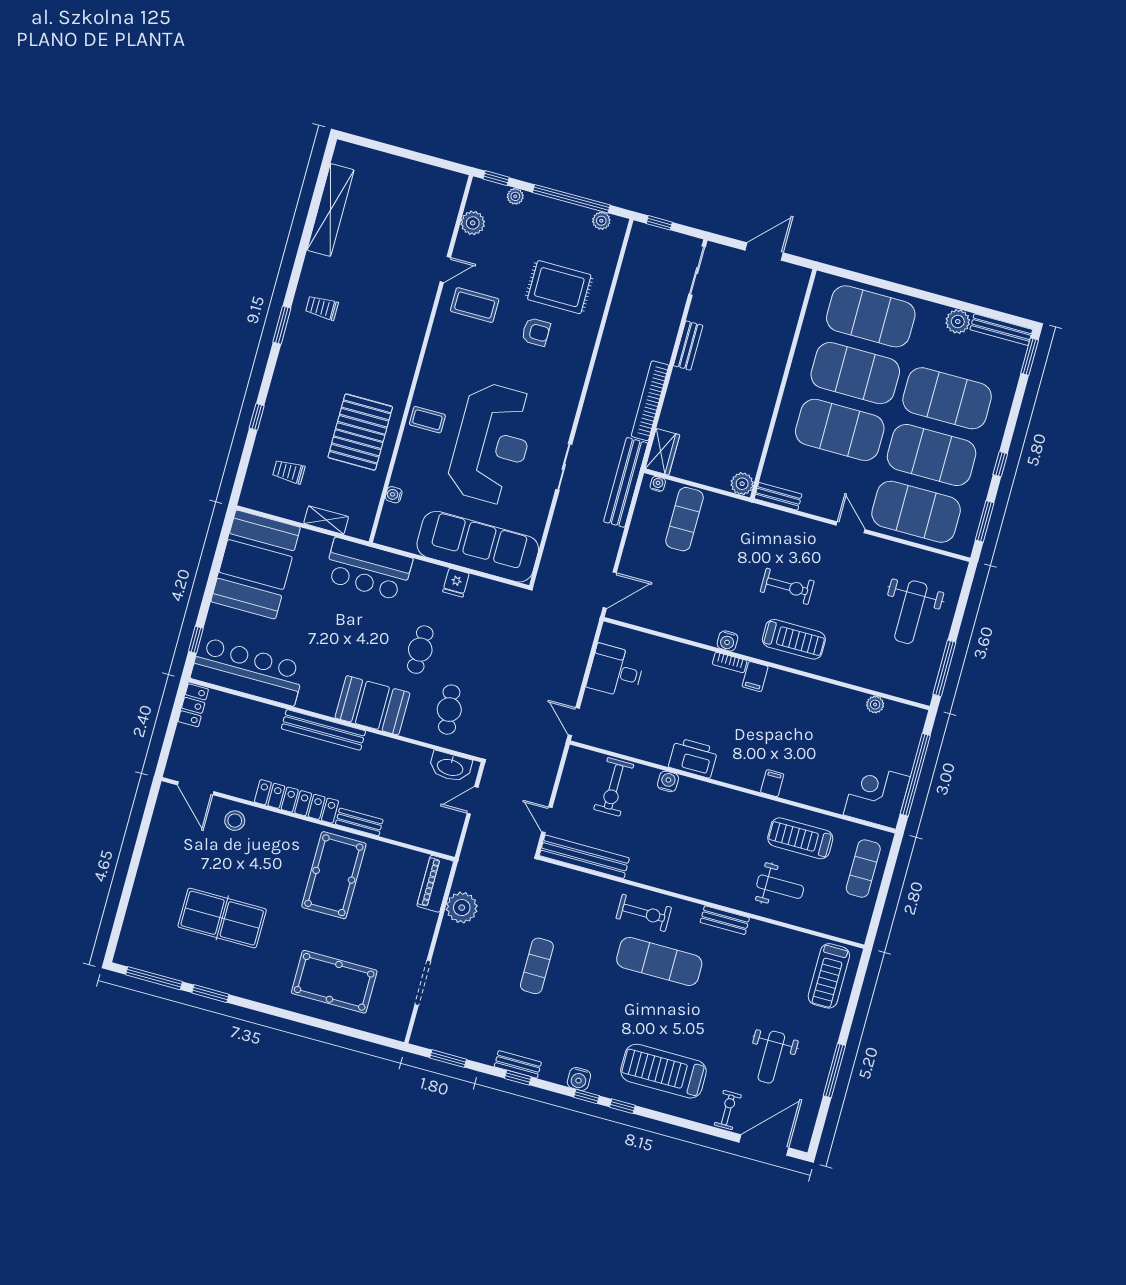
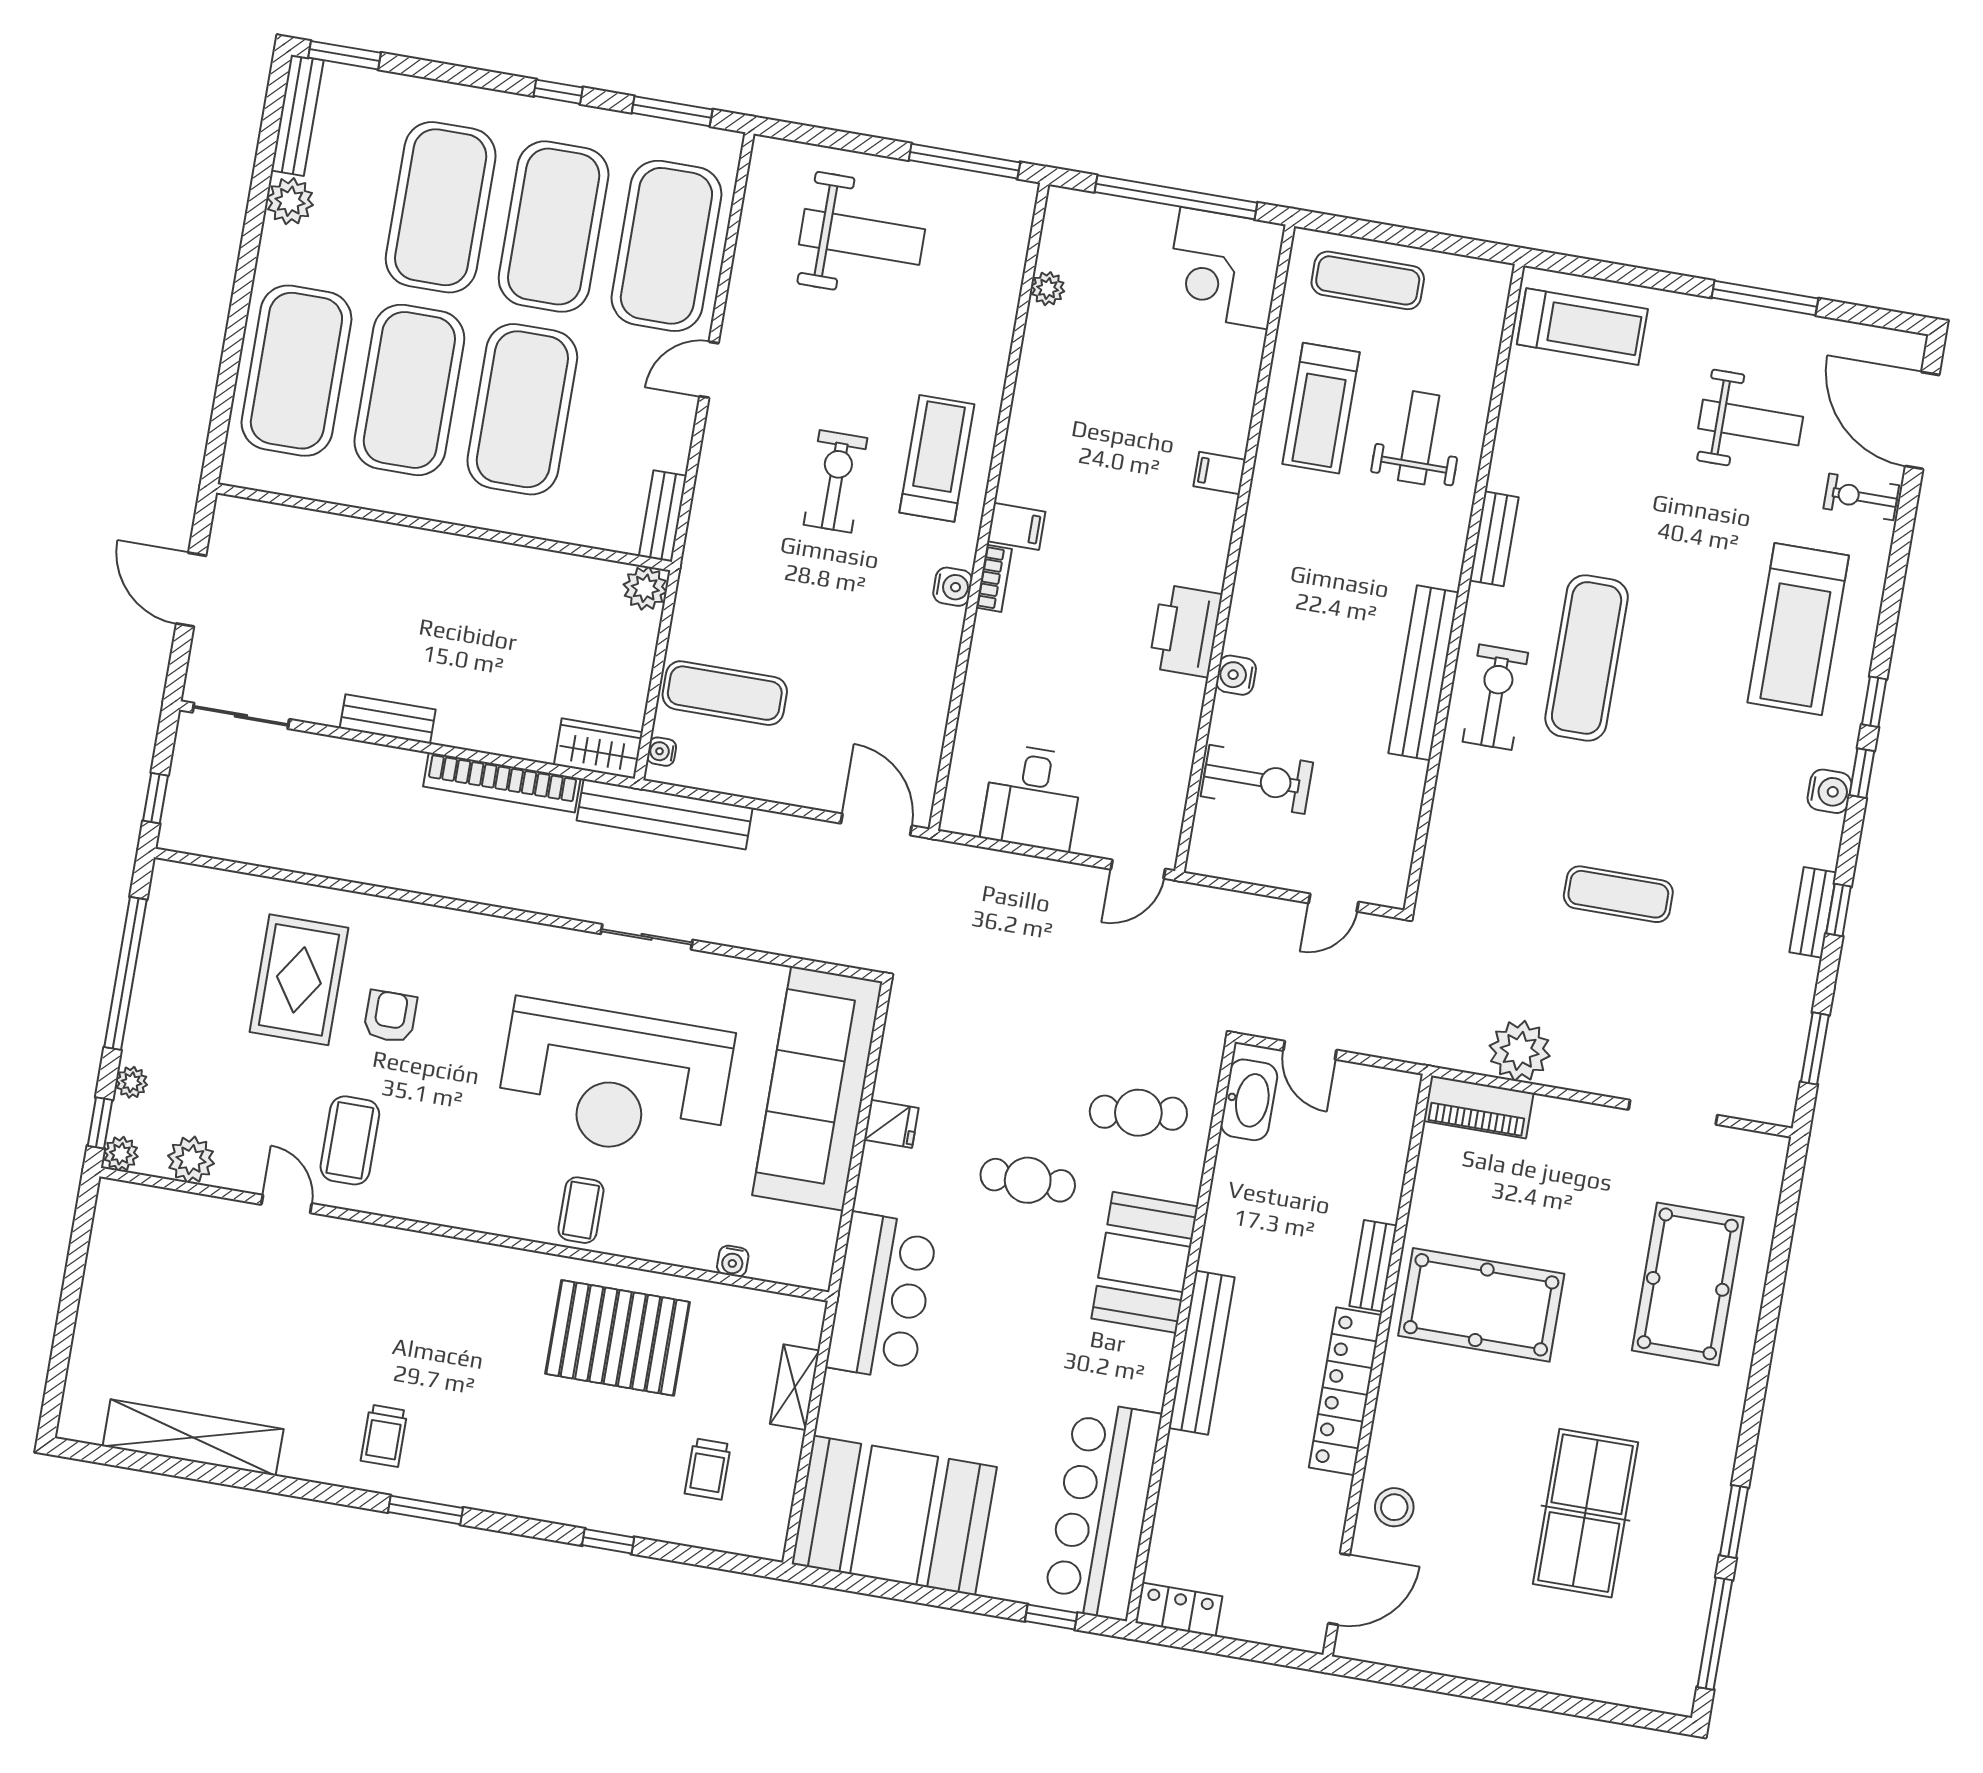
plant: (601, 221) -> (121, 1154), moved
reception desk: (492, 443) -> (615, 1080), turned 180
bench: (584, 857) -> (1424, 673), moved

